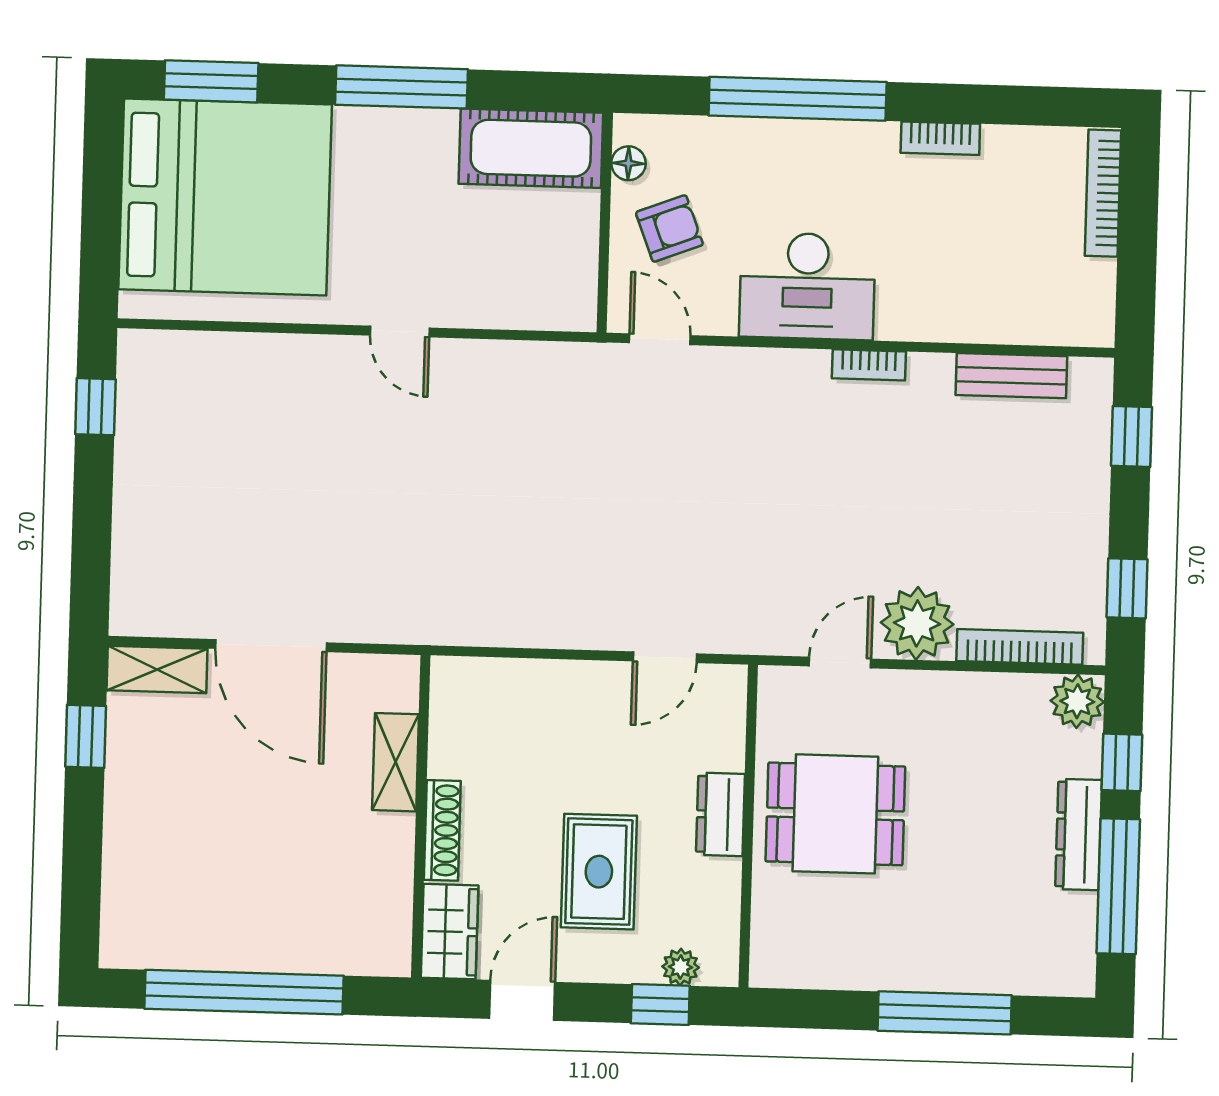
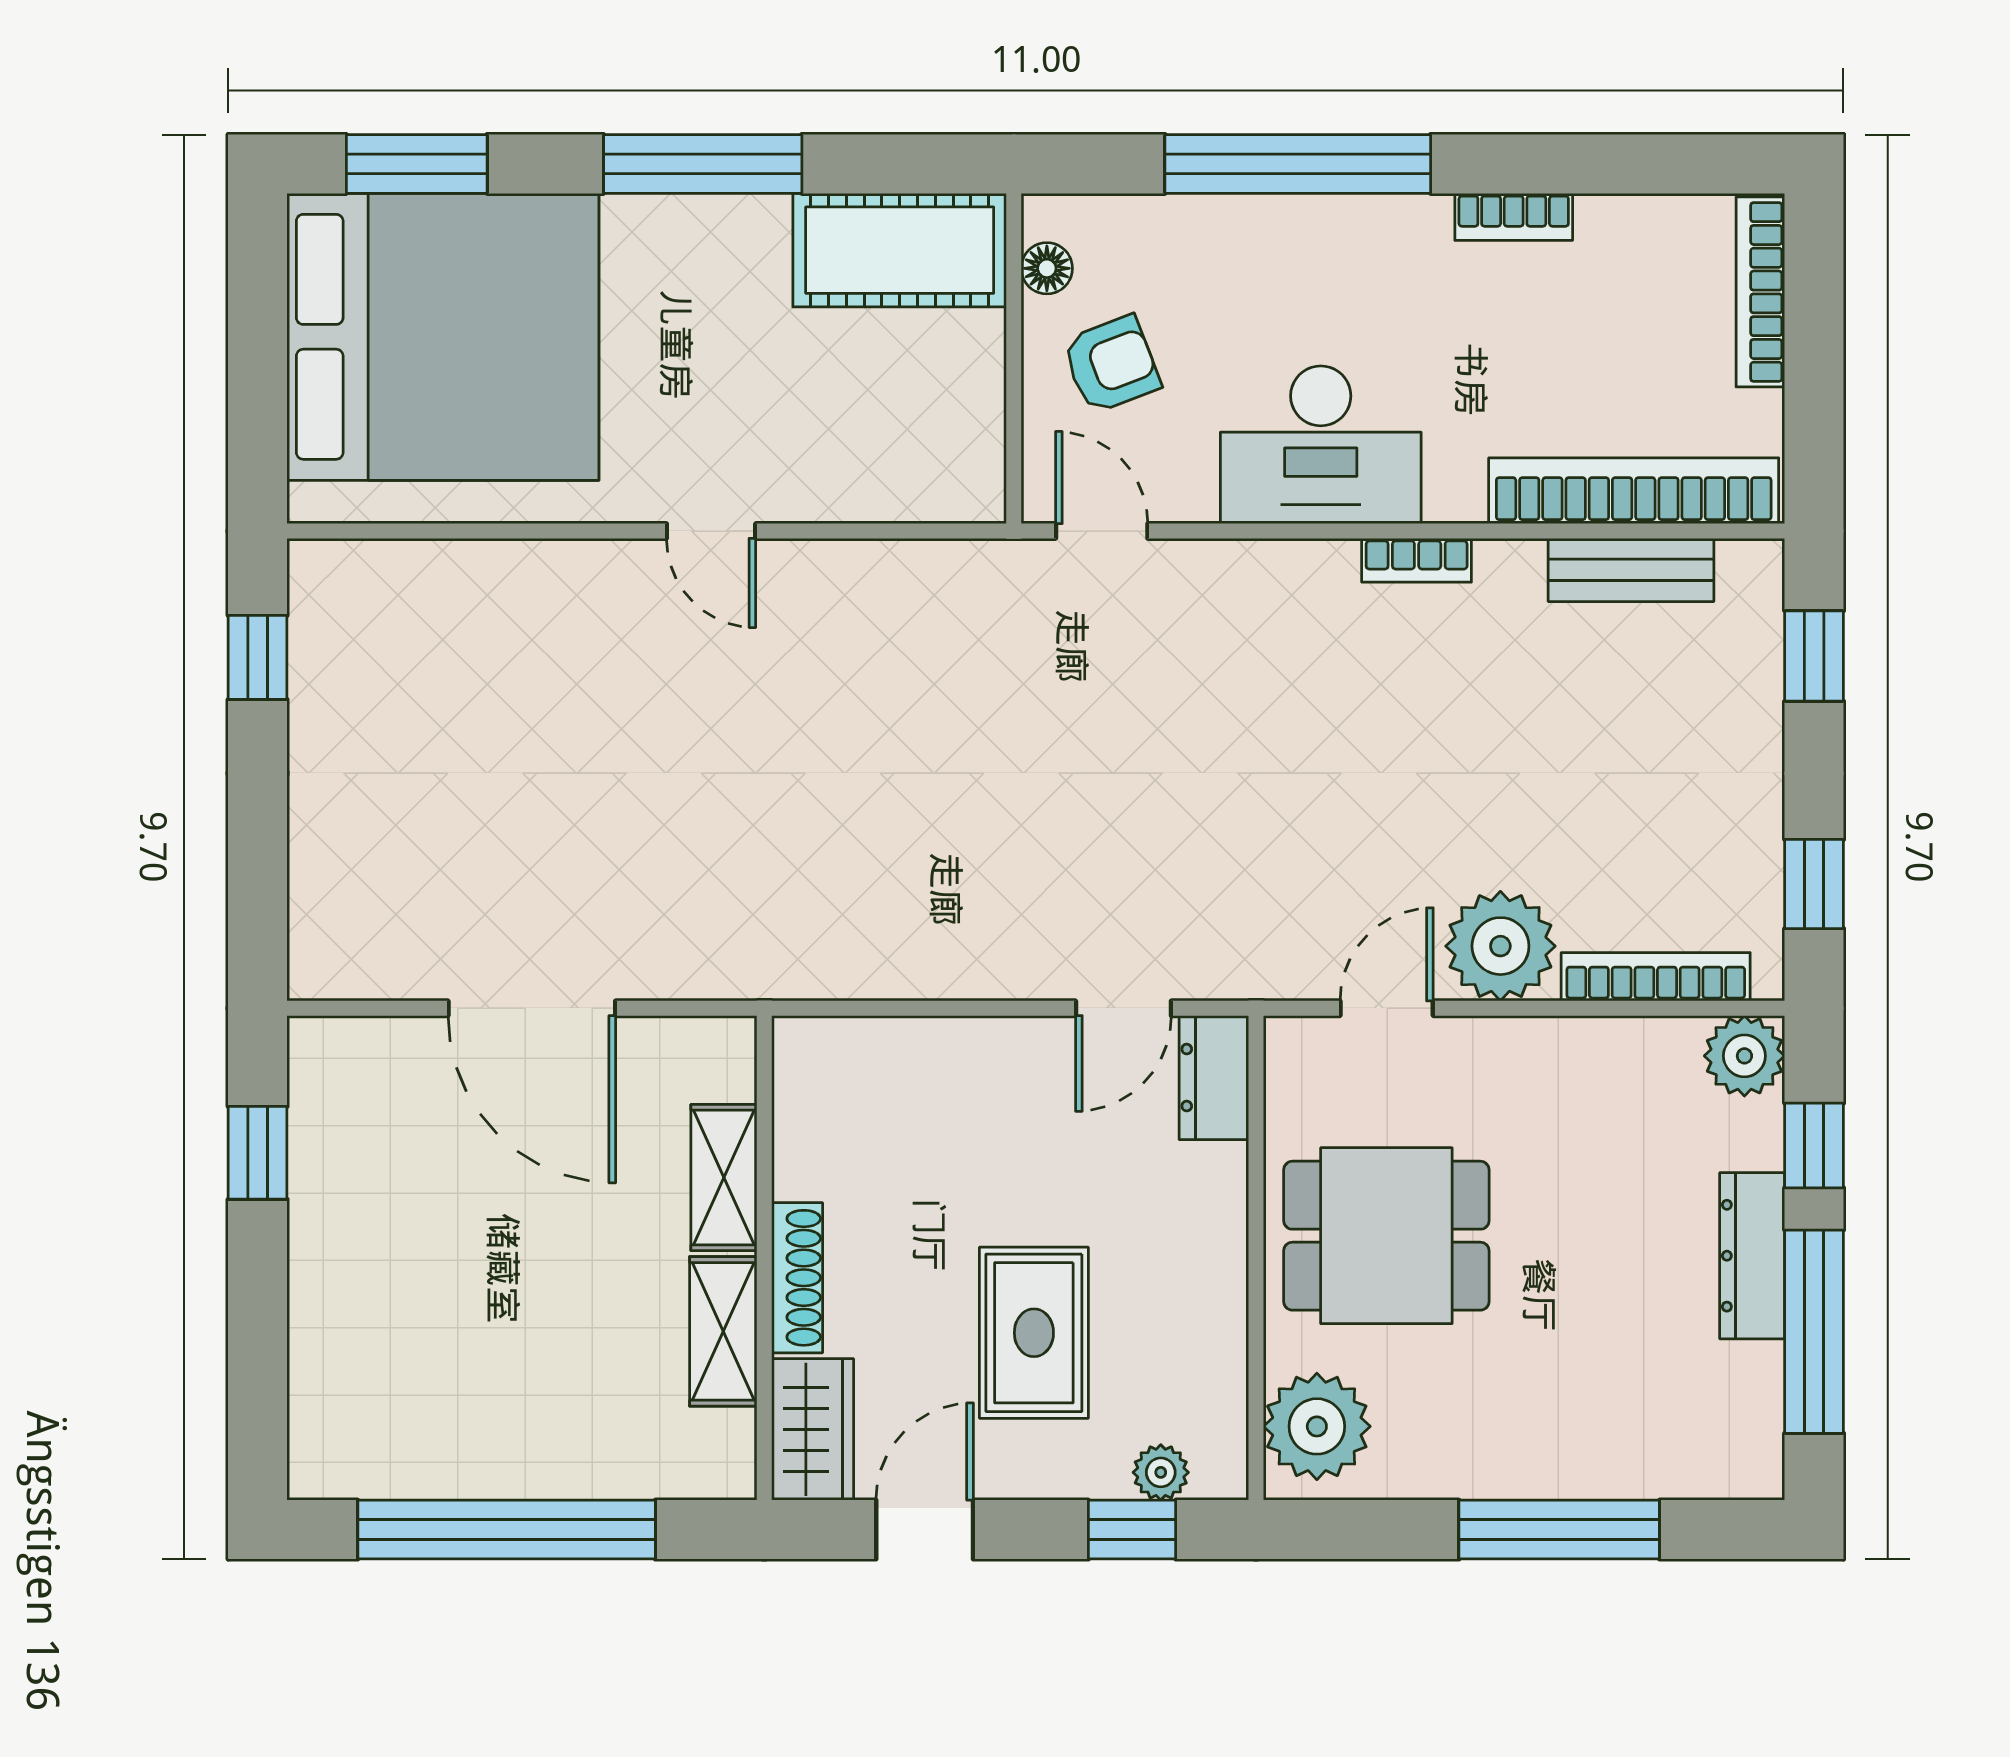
bookcase: (1015, 323) -> (1634, 491), added
shelving: (157, 670) -> (723, 1331), moved, turned 90
dresser: (720, 814) -> (1214, 1078), moved
plant: (785, 940) -> (1317, 1426), added

